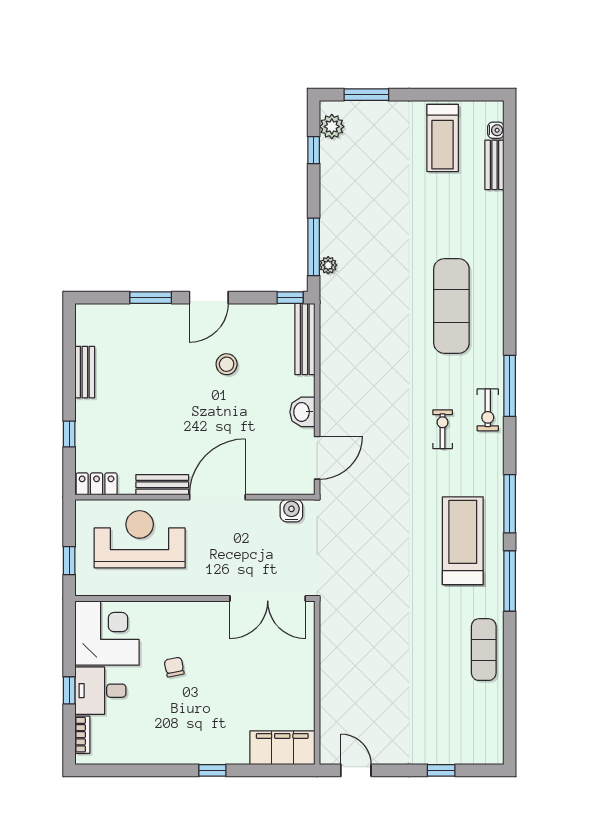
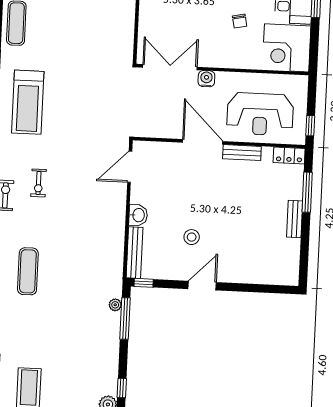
window: (151, 298) -> (244, 288), removed
exercise mat: (451, 306) -> (28, 271), width x0.73, depth x0.69
bench: (85, 372) -> (295, 219), moved
washbasin: (302, 412) -> (138, 215), moved
window: (69, 434) -> (307, 192), width x2.17
door: (217, 497) -> (203, 142), swing flipped
water cooler: (291, 511) -> (206, 79), moved, turned 180
window: (69, 561) -> (310, 126), moved

